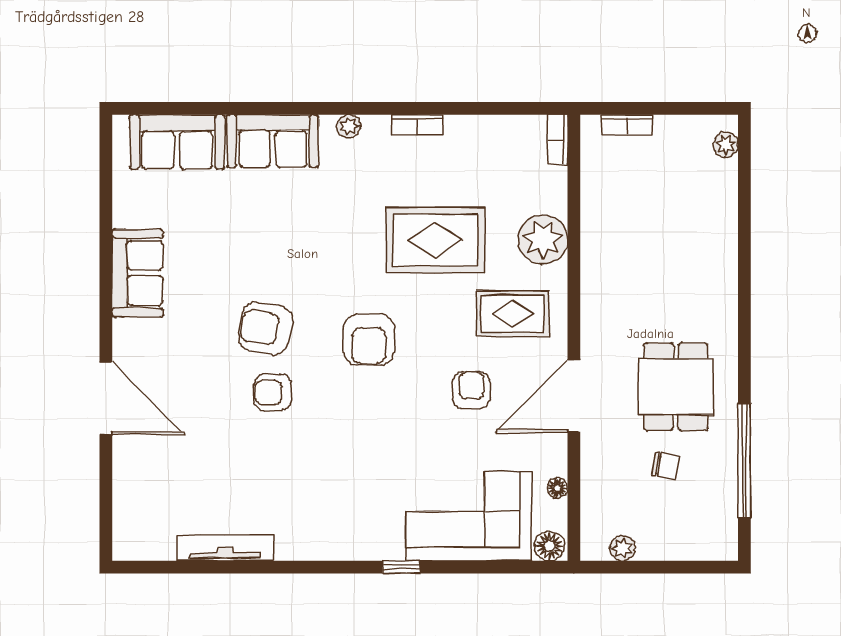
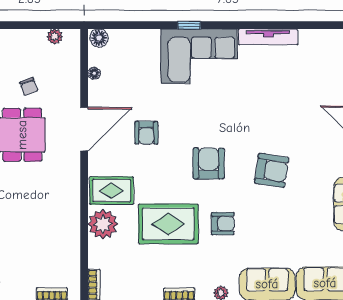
rug: (513, 314) -> (111, 191), moved
armchair: (273, 392) -> (223, 224), moved
chair: (665, 466) -> (29, 86), turned -121
corner sofa: (469, 516) -> (199, 56), moved
tv unit: (225, 548) -> (268, 37), moved

